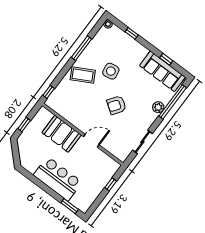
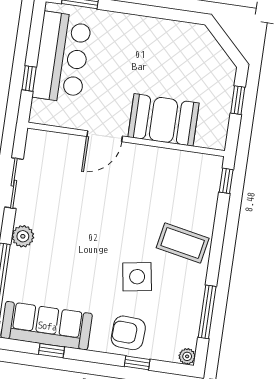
window: (81, 48) -> (207, 312), moved
coffee table: (83, 75) -> (183, 243), turned 39
armchair: (117, 105) -> (128, 333), moved, turned -122
plant: (158, 107) -> (23, 236), moved
bar counter: (58, 179) -> (62, 57), moved, turned -90

